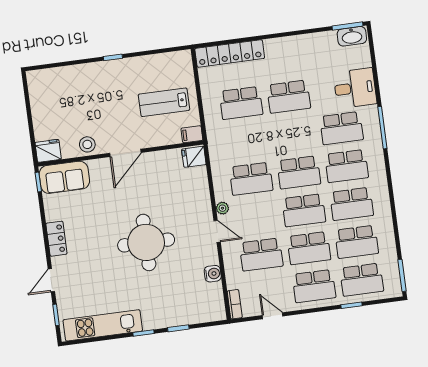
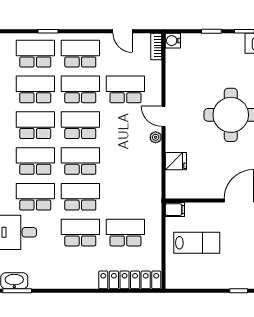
fridge: (194, 157) -> (176, 161), moved
school desk: (251, 179) -> (80, 197), moved
water cooler: (213, 274) -> (173, 41), moved

